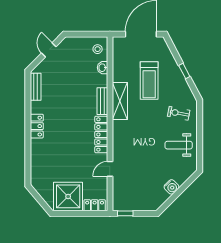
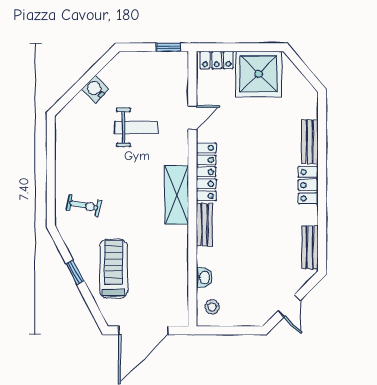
treadmill: (149, 81) -> (114, 269), moved
shelving: (120, 101) -> (177, 195), moved
weight bench: (179, 145) -> (136, 127), moved
bench: (36, 154) -> (310, 142), added

